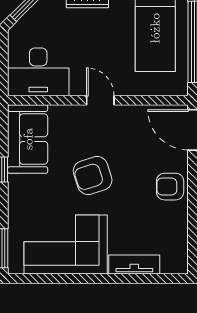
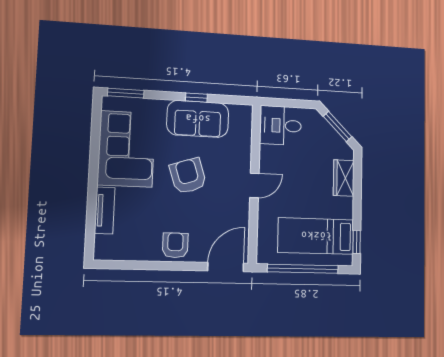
desk: (38, 72) -> (281, 126), width x0.73
sofa: (28, 139) -> (198, 119), moved

